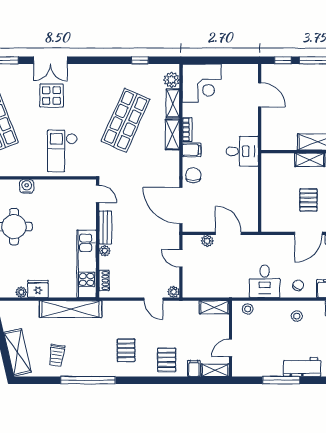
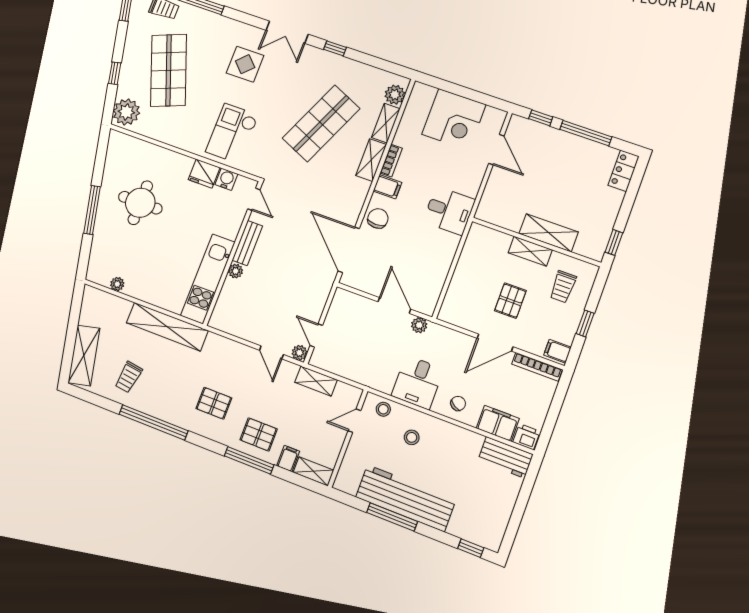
double door: (50, 60) -> (287, 32), moved
window: (140, 60) -> (335, 48), moved
corner desk: (202, 83) -> (454, 119), moved
water cooler: (27, 186) -> (226, 179), moved
plant: (207, 241) -> (419, 325), moved
door: (181, 258) -> (316, 335), moved
shoe rack: (104, 281) -> (221, 307), removed
fridge: (38, 289) -> (204, 174), moved, turned 180
shelving: (214, 307) -> (316, 381), moved
stool: (297, 316) -> (412, 437), moved
door: (230, 348) -> (354, 421), moved
pallet: (126, 350) -> (214, 403), turned 90
pallet: (167, 360) -> (259, 434), turned 90
workbench: (302, 367) -> (406, 498), width x1.87, depth x1.32
window: (167, 380) -> (249, 460), added

